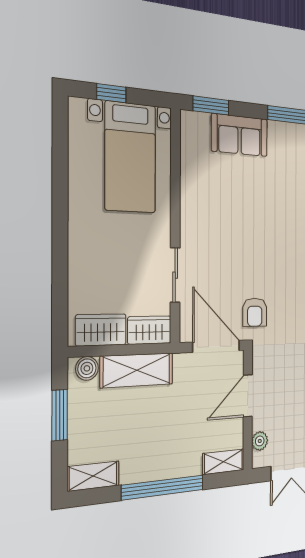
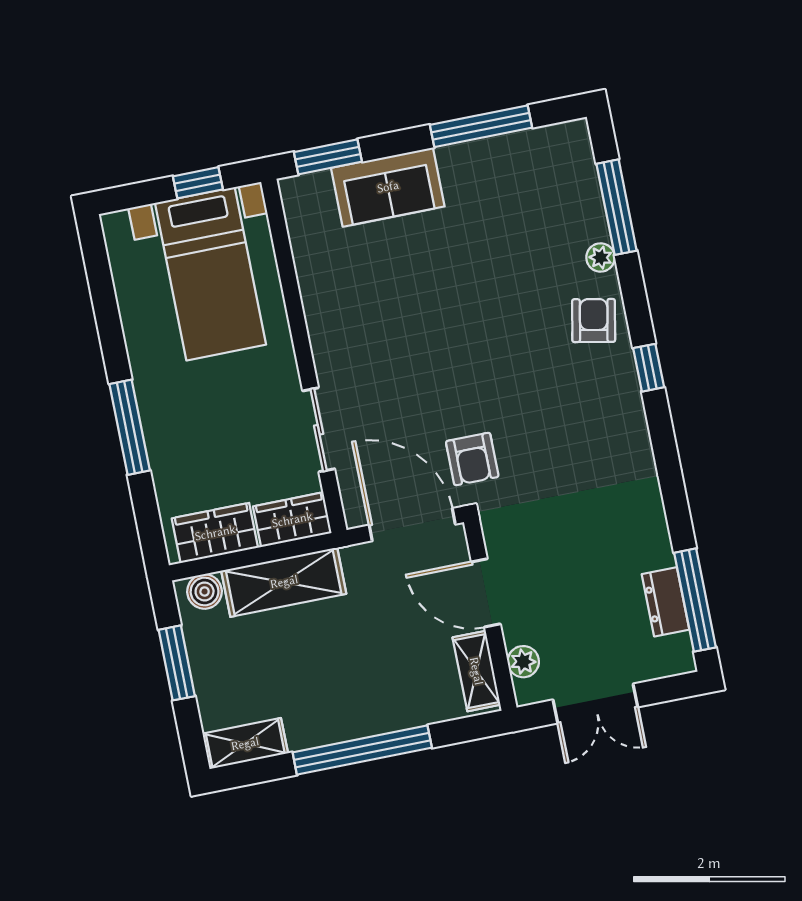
window: (111, 93) -> (198, 183), moved
window: (60, 246) -> (130, 427), added
door: (248, 396) -> (486, 593), hinge flipped
shelving: (223, 462) -> (476, 671), moved, turned 90

